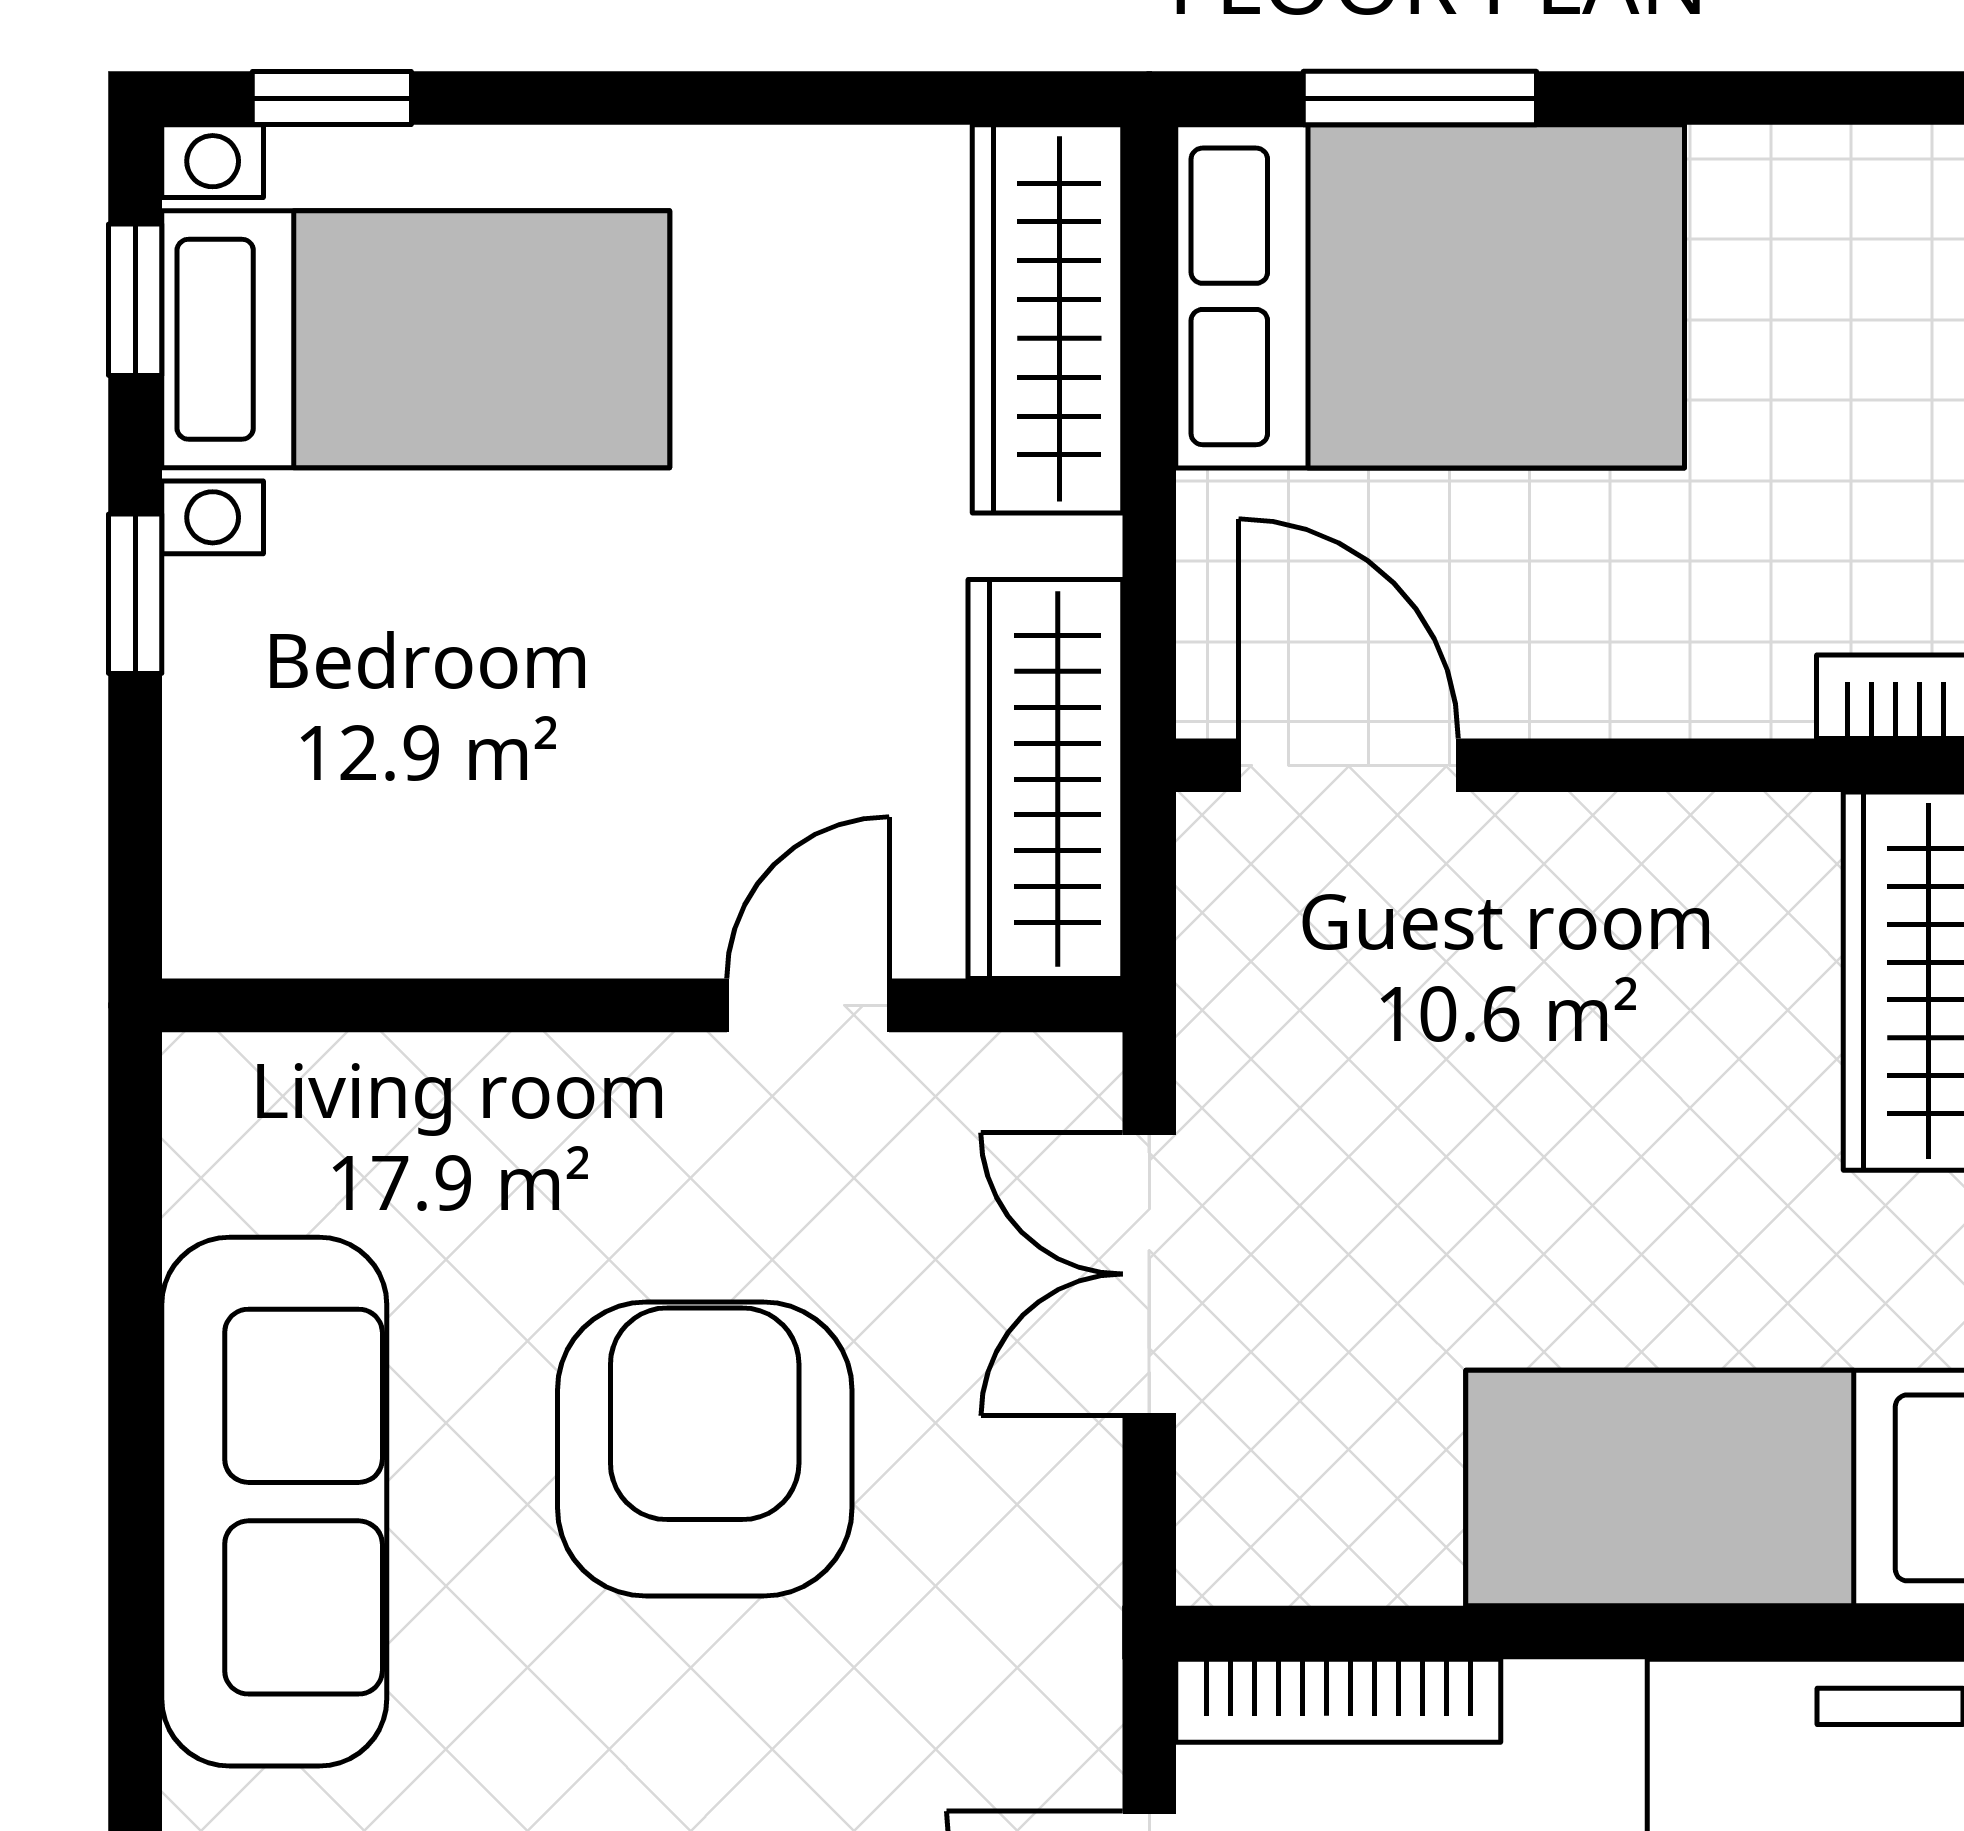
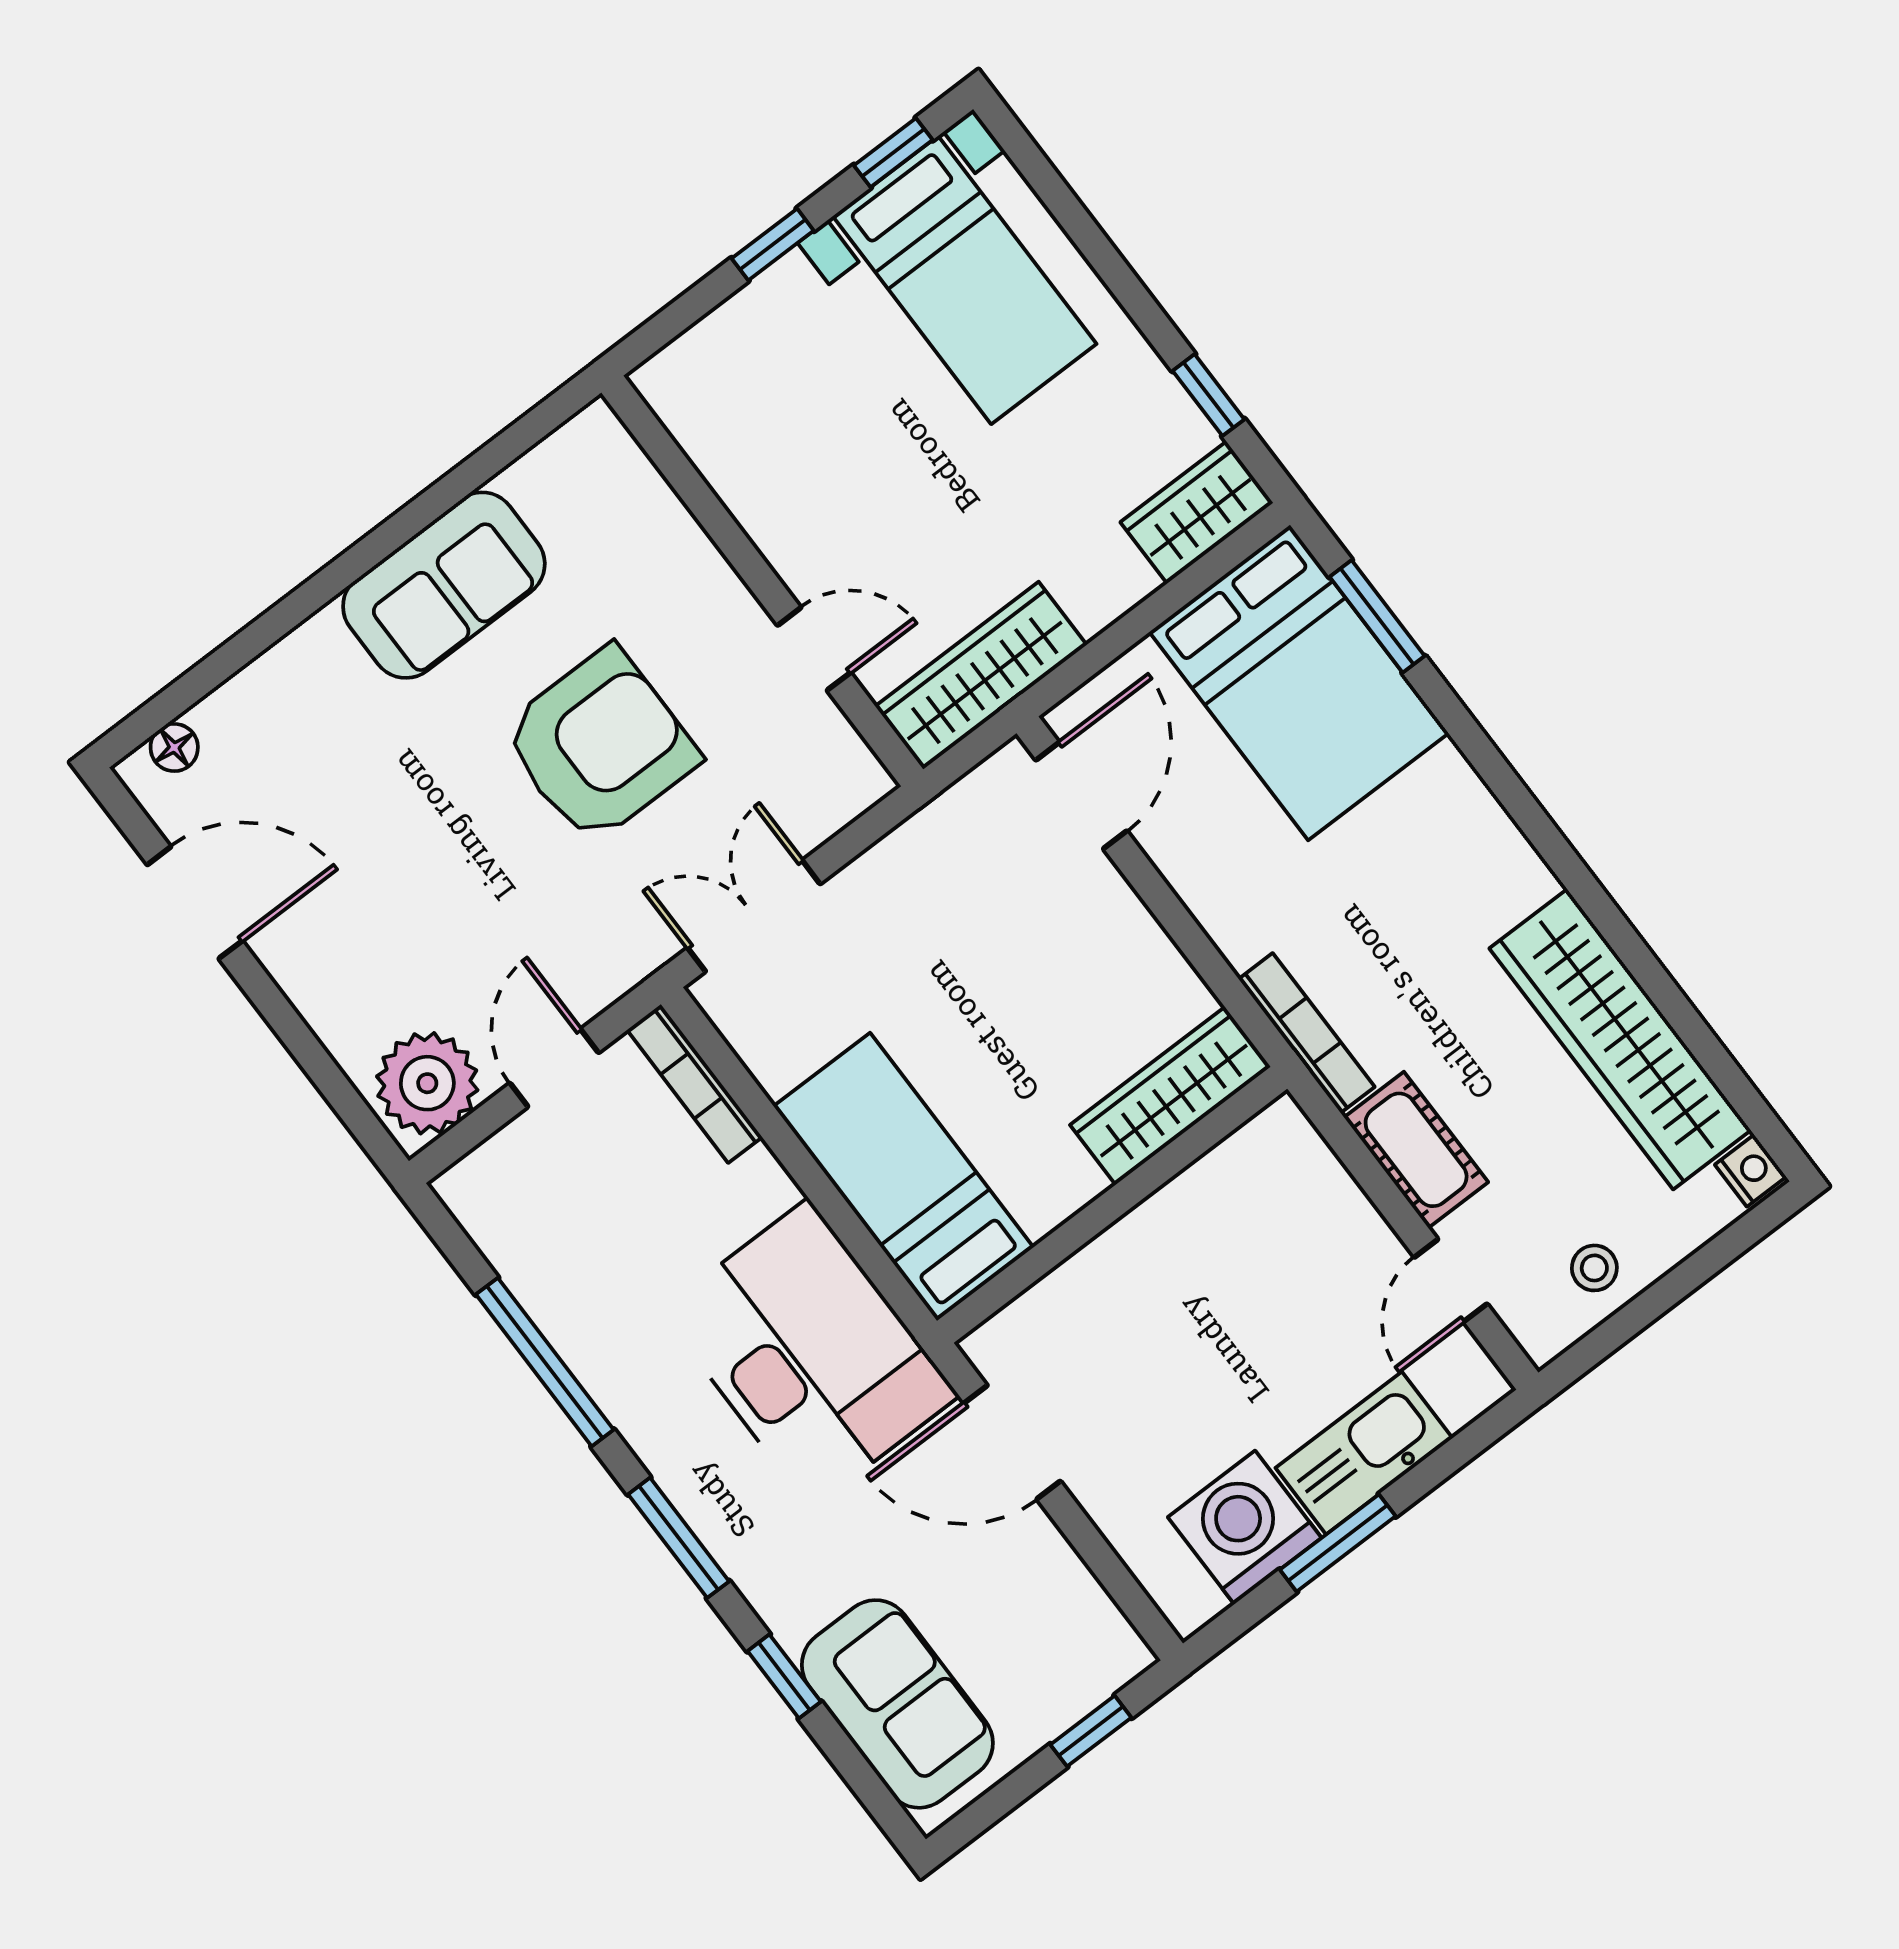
window: (332, 98) -> (1209, 395), moved
wardrobe: (1047, 319) -> (1197, 512), width x0.67
double door: (1149, 1274) -> (754, 916), moved
sofa: (274, 1502) -> (444, 585), width x0.73

